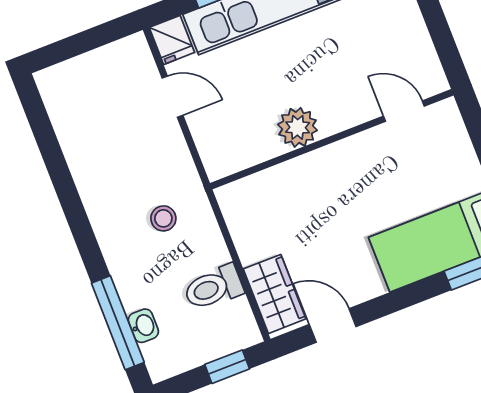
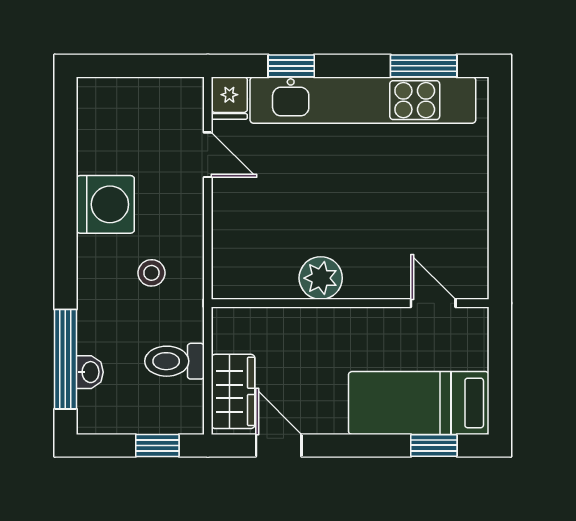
door: (404, 111) -> (433, 303), moved
plant: (298, 127) -> (321, 278), moved
wall: (332, 139) -> (350, 303), moved
washing machine: (100, 175) -> (105, 204), added

